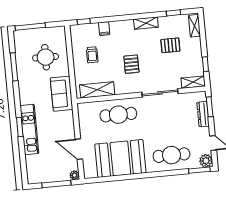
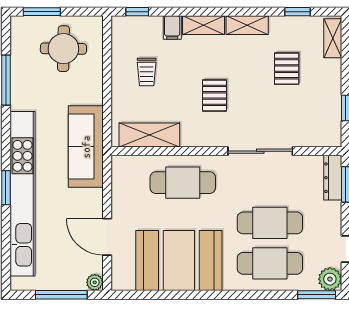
window: (30, 27) -> (42, 12), width x0.69
pallet: (170, 45) -> (287, 69), turned 90
round table: (46, 57) -> (63, 49), moved
shelving: (193, 82) -> (204, 25), moved
sofa: (62, 94) -> (86, 147), width x1.36
dresser: (203, 114) -> (333, 178), moved
kitchen unit: (29, 130) -> (22, 194), width x1.86
cafe table: (169, 133) -> (270, 223), added

